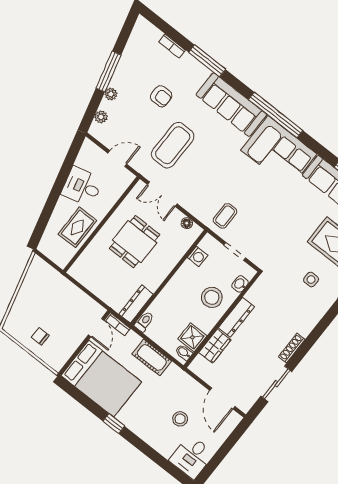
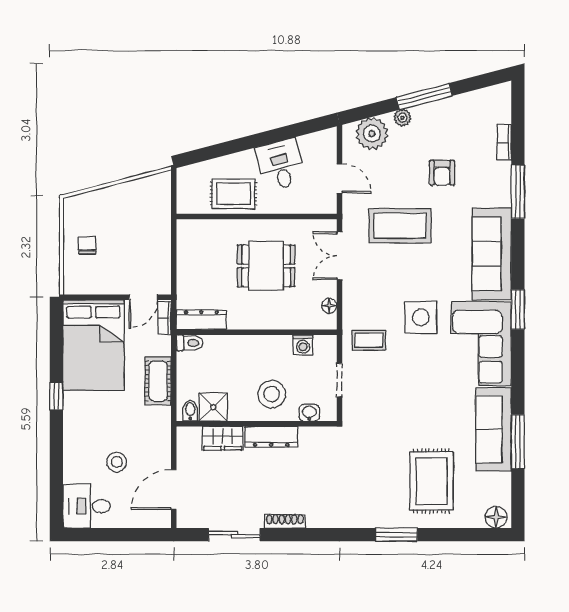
window: (276, 115) -> (518, 309), width x0.47
plant: (101, 117) -> (372, 134), width x1.87, depth x1.87
side table: (311, 280) -> (421, 317), moved, width x1.87, depth x1.87

